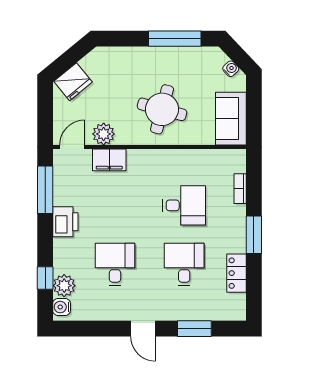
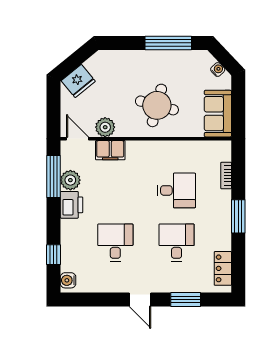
door: (72, 147) -> (78, 139), hinge flipped
locker: (237, 273) -> (223, 268), moved
plant: (64, 286) -> (70, 180), moved

